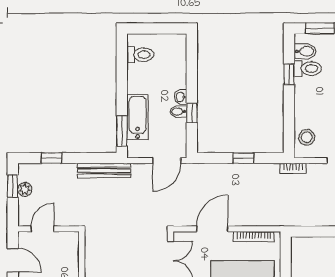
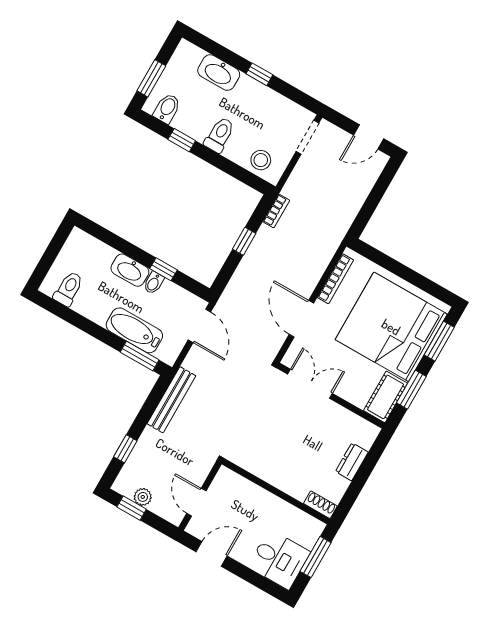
toilet: (308, 69) -> (219, 135), moved
washbasin: (181, 97) -> (130, 270), width x1.91, depth x1.45
bookcase: (293, 168) -> (276, 211), moved

